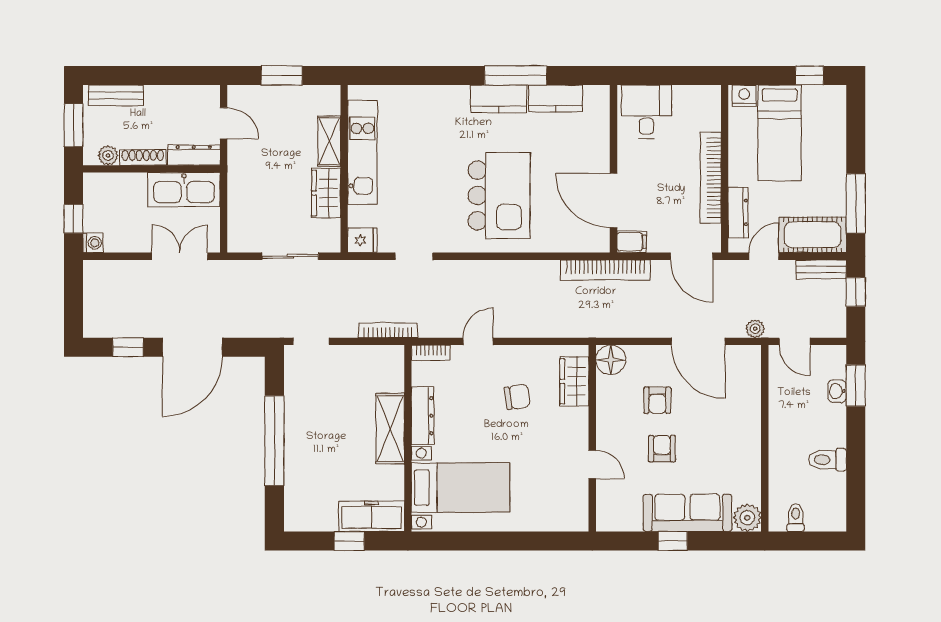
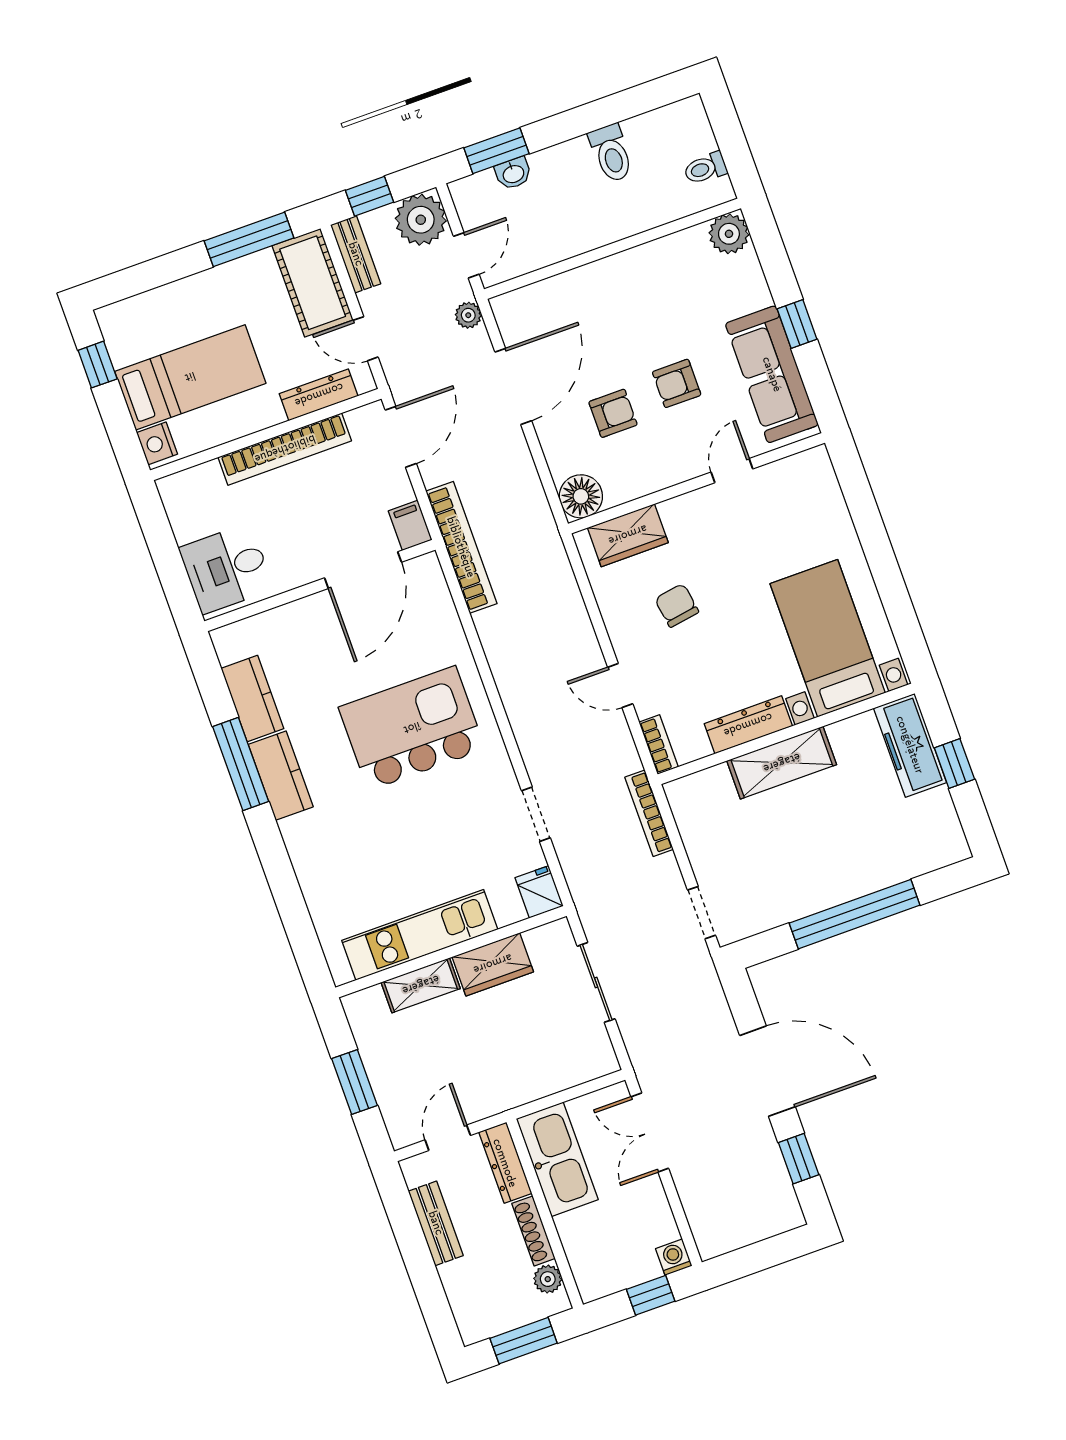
bench: (116, 95) -> (436, 1223), moved
plant: (829, 320) -> (421, 220), added
sofa: (687, 513) -> (772, 374), moved

